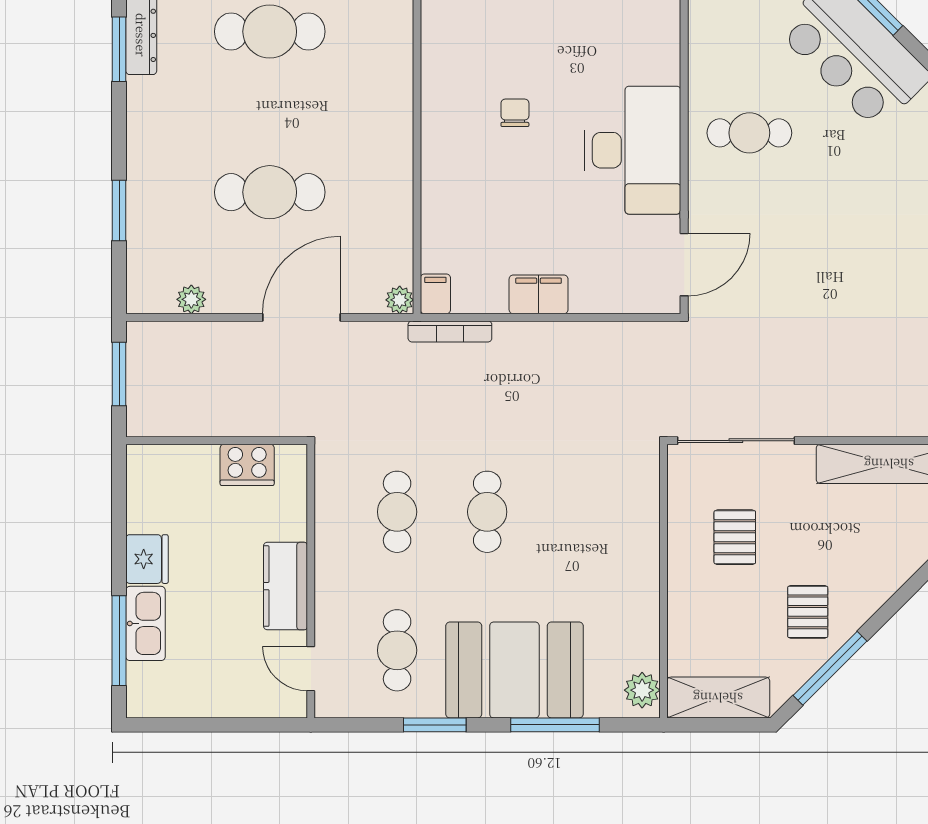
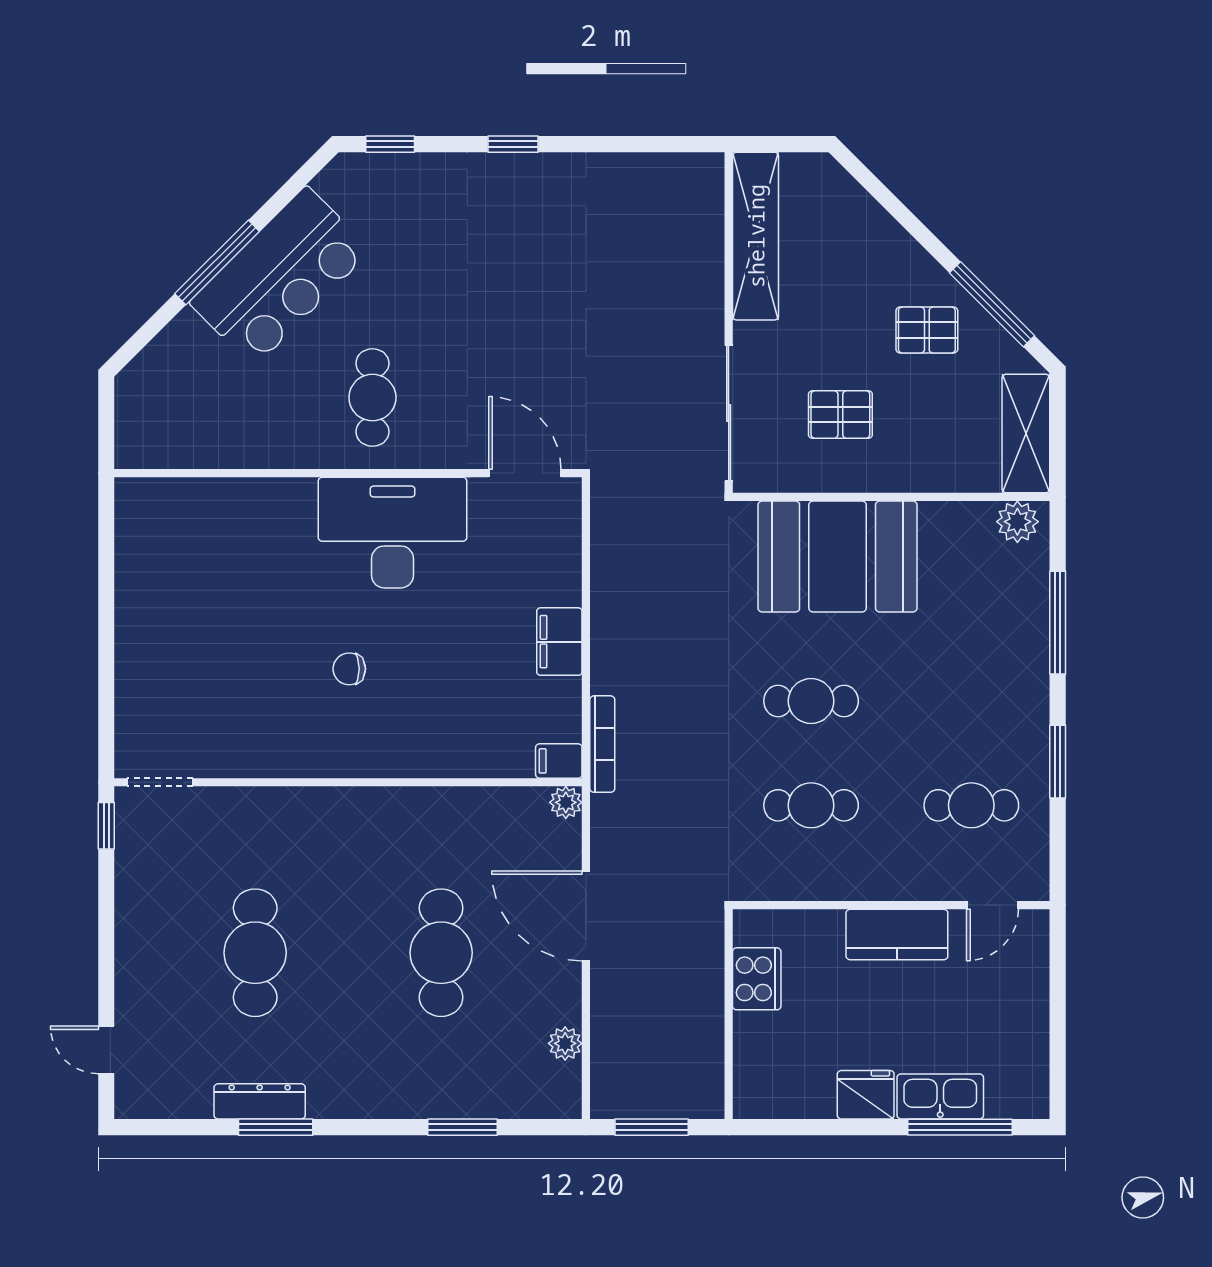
booth: (514, 670) -> (838, 557), moved, turned 90

